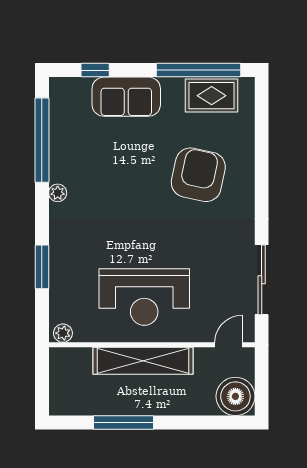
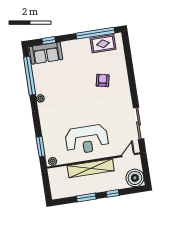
sofa: (126, 97) -> (46, 53), moved
armchair: (198, 175) -> (103, 80), width x0.53, depth x0.53
window: (42, 267) -> (41, 147), moved
window: (123, 423) -> (86, 198), width x0.69
window: (182, 423) -> (113, 193), added

